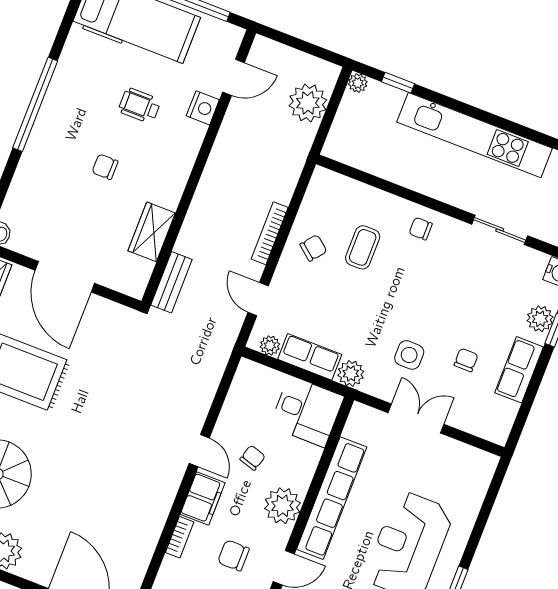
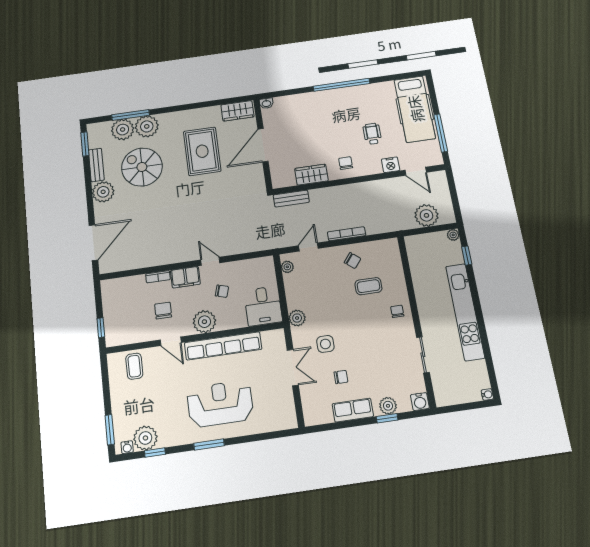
chair: (105, 167) -> (346, 163), moved
row of seats: (310, 357) -> (293, 291), removed
door: (199, 451) -> (210, 261), swing flipped

